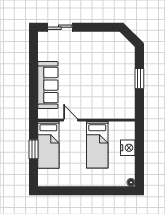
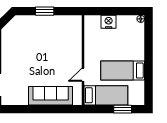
bed: (97, 145) -> (123, 70), moved, turned 180
window: (33, 149) -> (123, 109), moved

